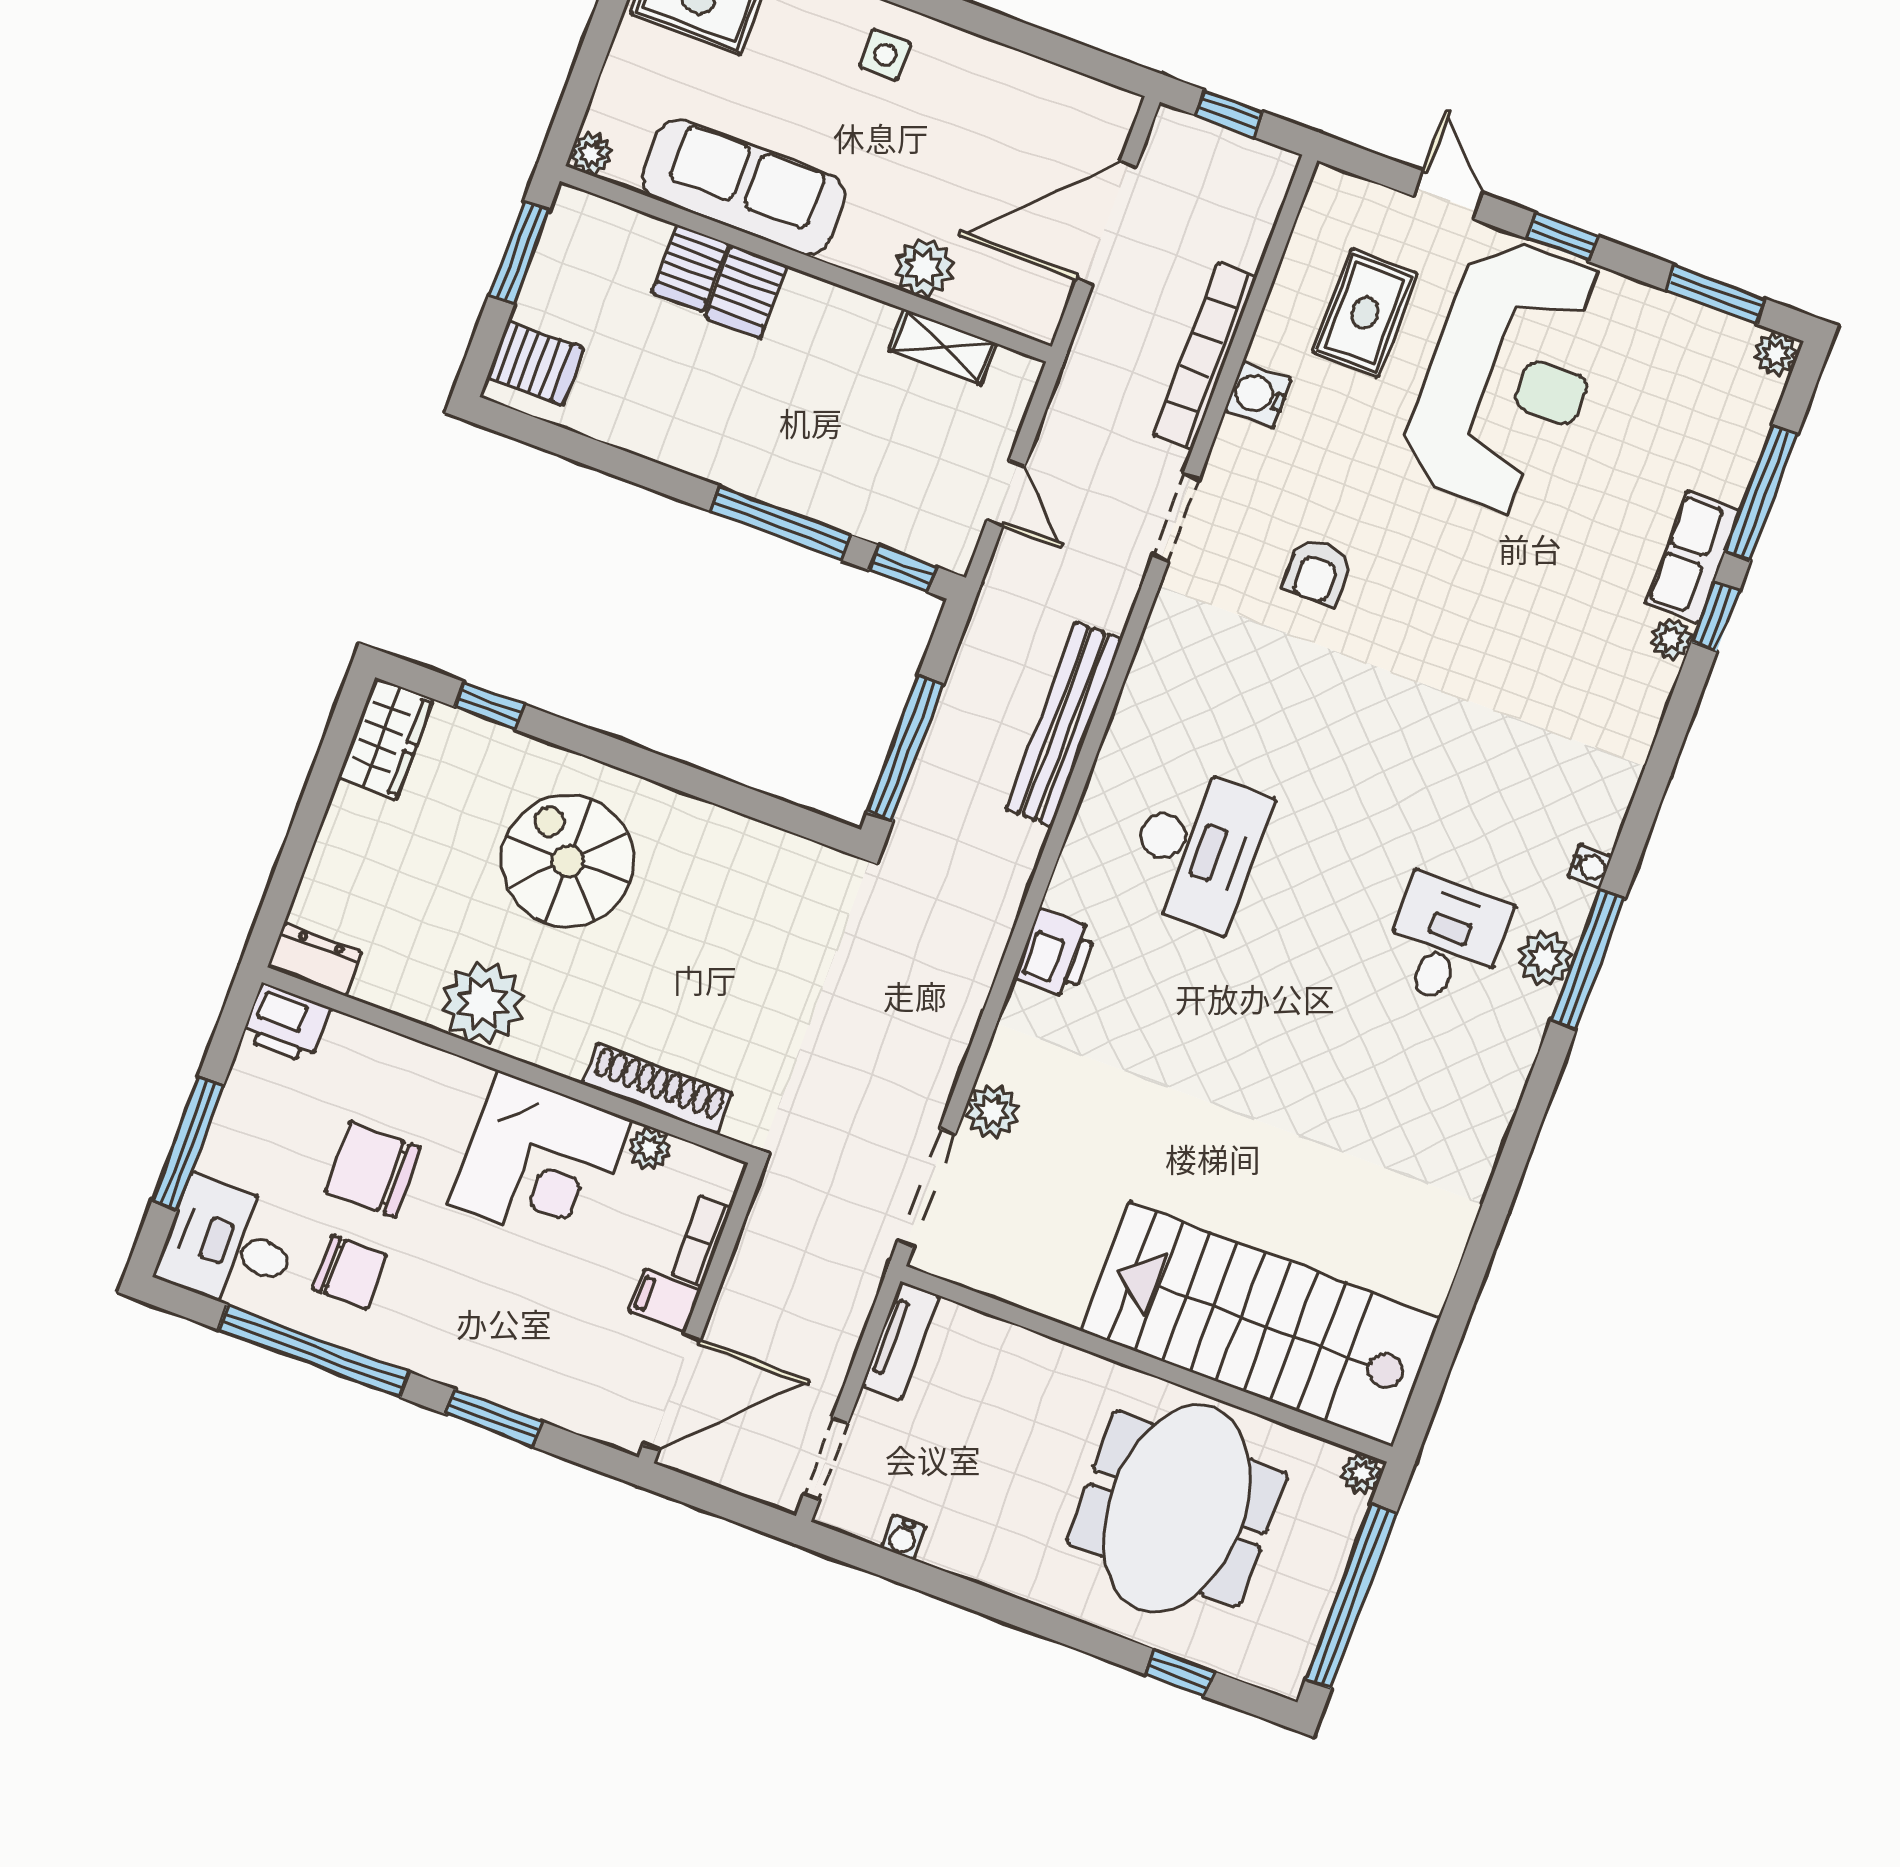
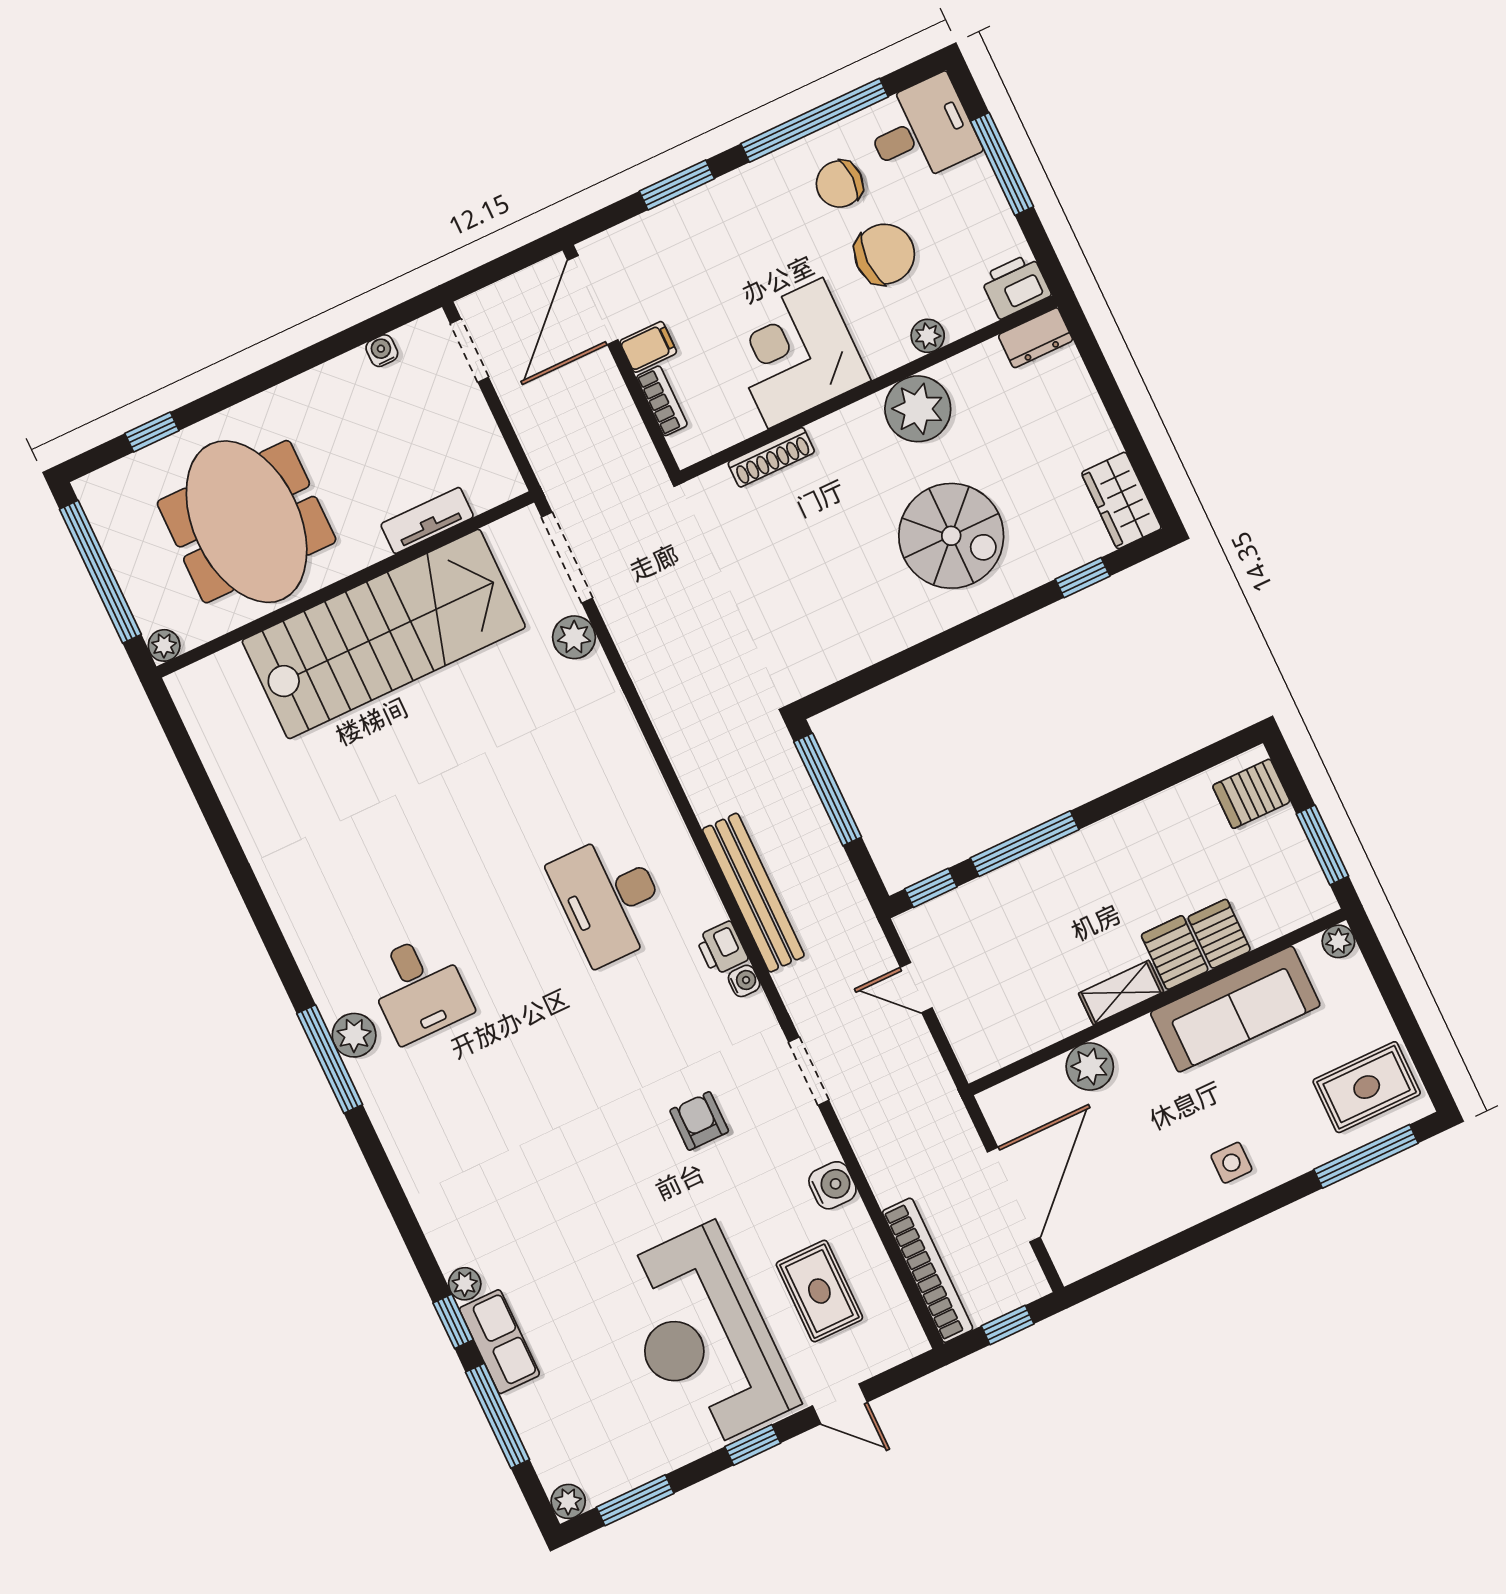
shelving: (943, 347) -> (1121, 993), moved
bookcase: (1205, 356) -> (928, 1270), moved
water cooler: (1590, 866) -> (744, 981), moved, turned 180
printer: (1055, 954) -> (722, 948), moved, width x0.73, depth x0.81
shoe rack: (657, 1088) -> (771, 457), width x0.74, depth x0.81
plant: (650, 1148) -> (928, 336), moved
stairs: (1261, 1324) -> (384, 634), moved
tv unit: (901, 1340) -> (427, 520), moved, turned 90

